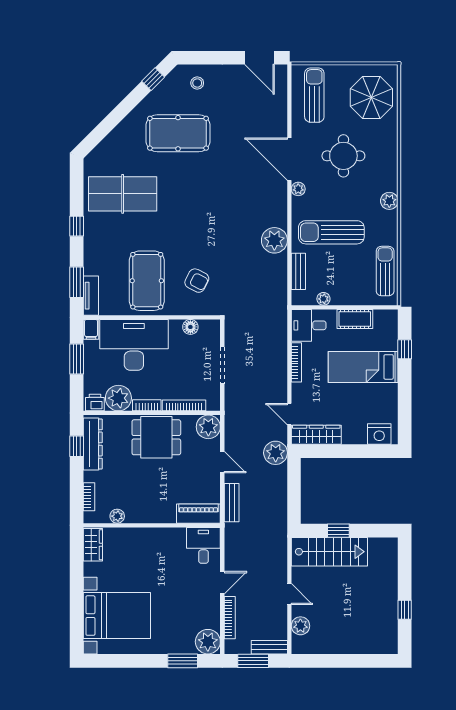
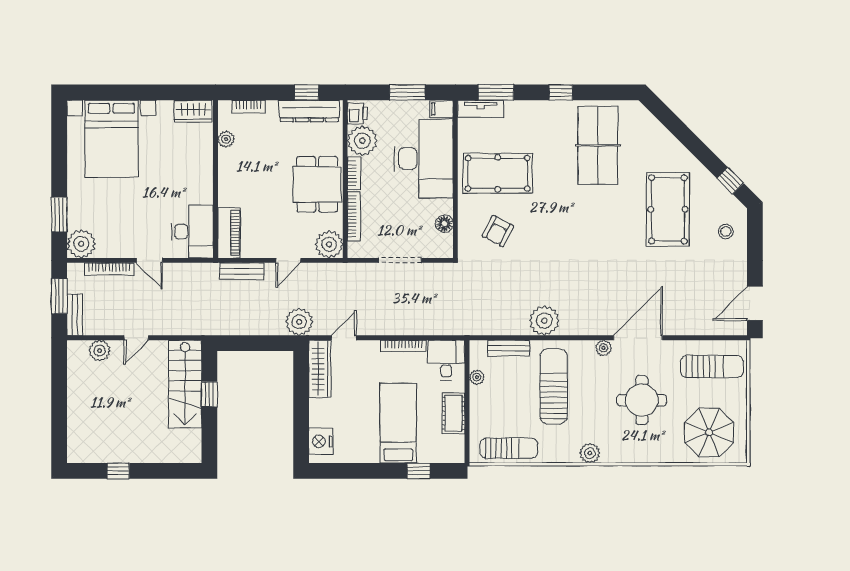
desk: (203, 545) -> (192, 232), width x1.37

